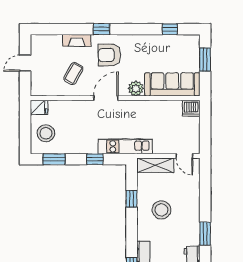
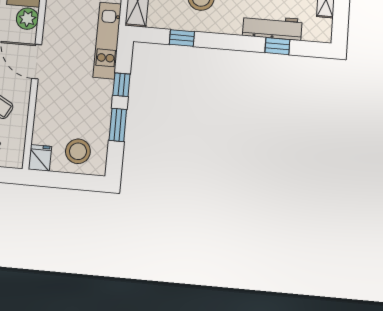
window: (54, 159) -> (118, 125), moved

